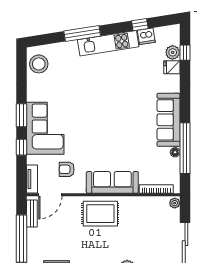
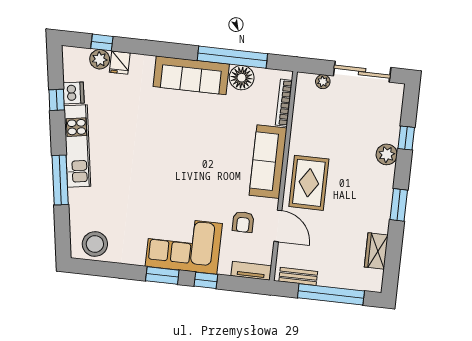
floor lamp: (175, 152) -> (242, 78), width x1.89, depth x1.89
door: (50, 195) -> (278, 226), moved
plant: (175, 203) -> (323, 82), moved

